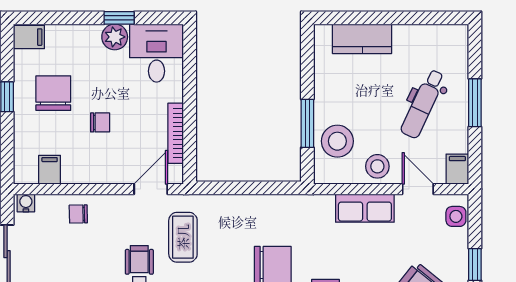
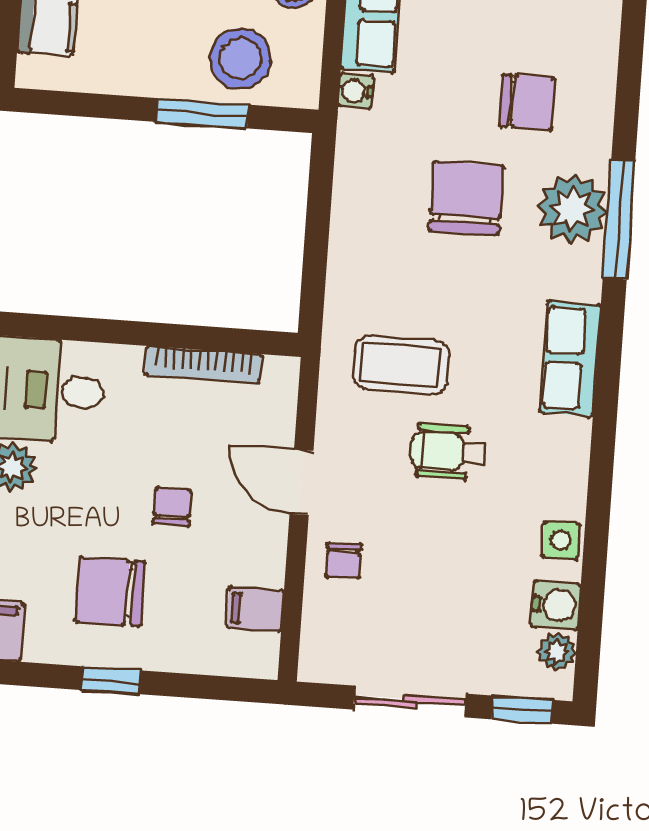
door: (151, 189) -> (301, 482), moved
water cooler: (26, 203) -> (356, 91), moved

